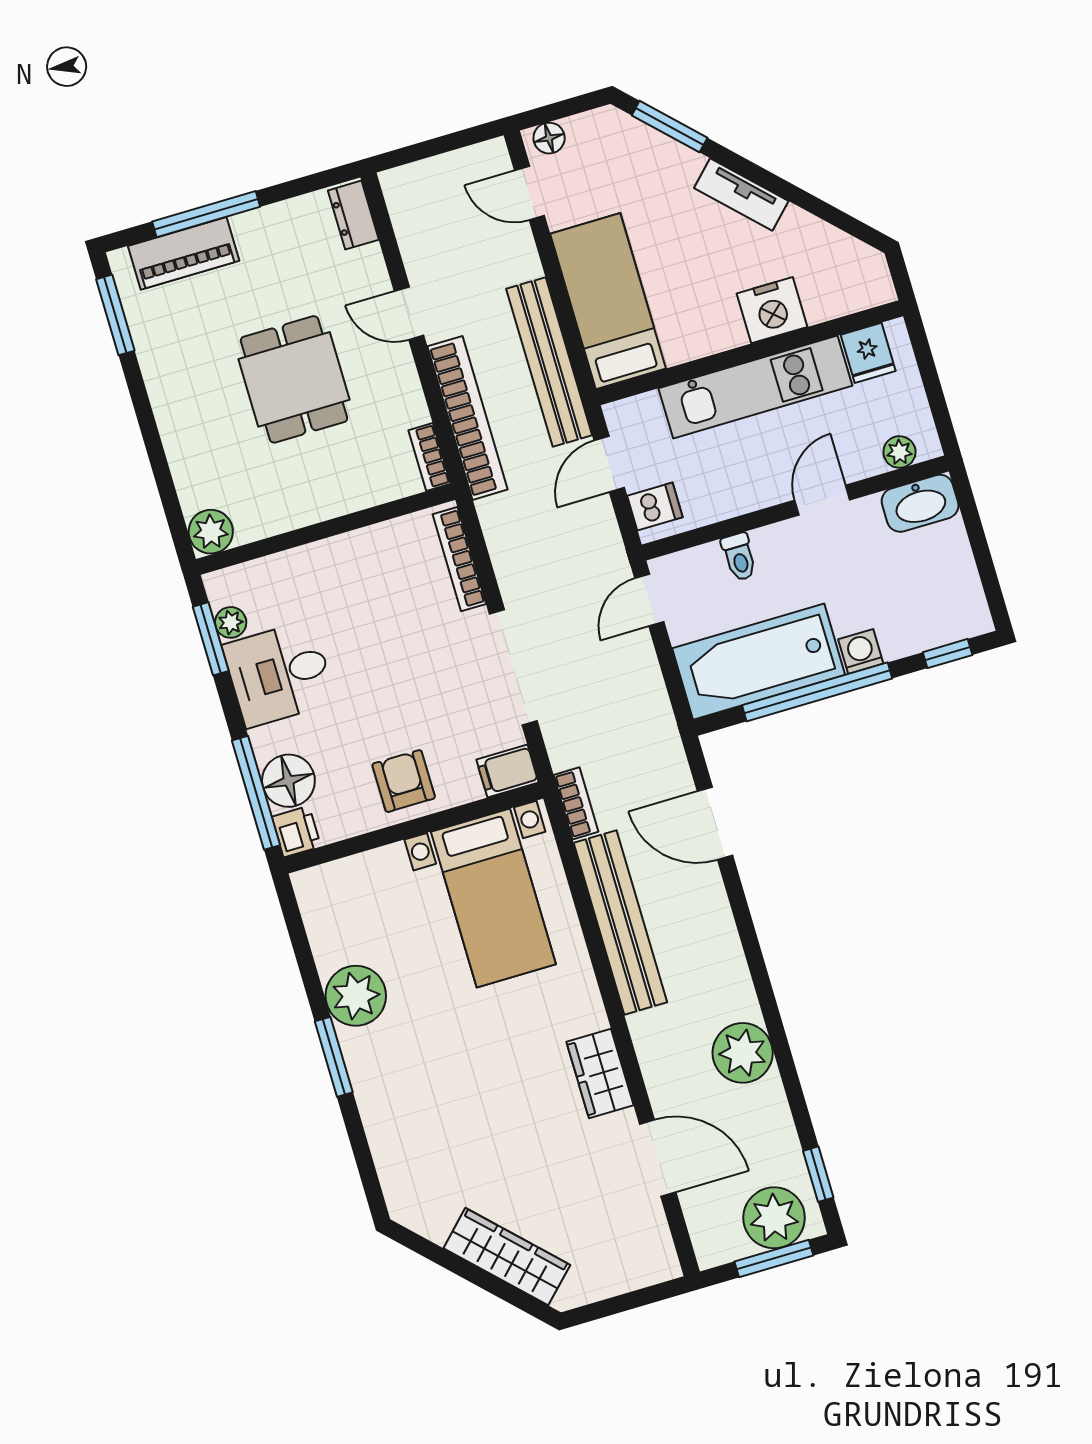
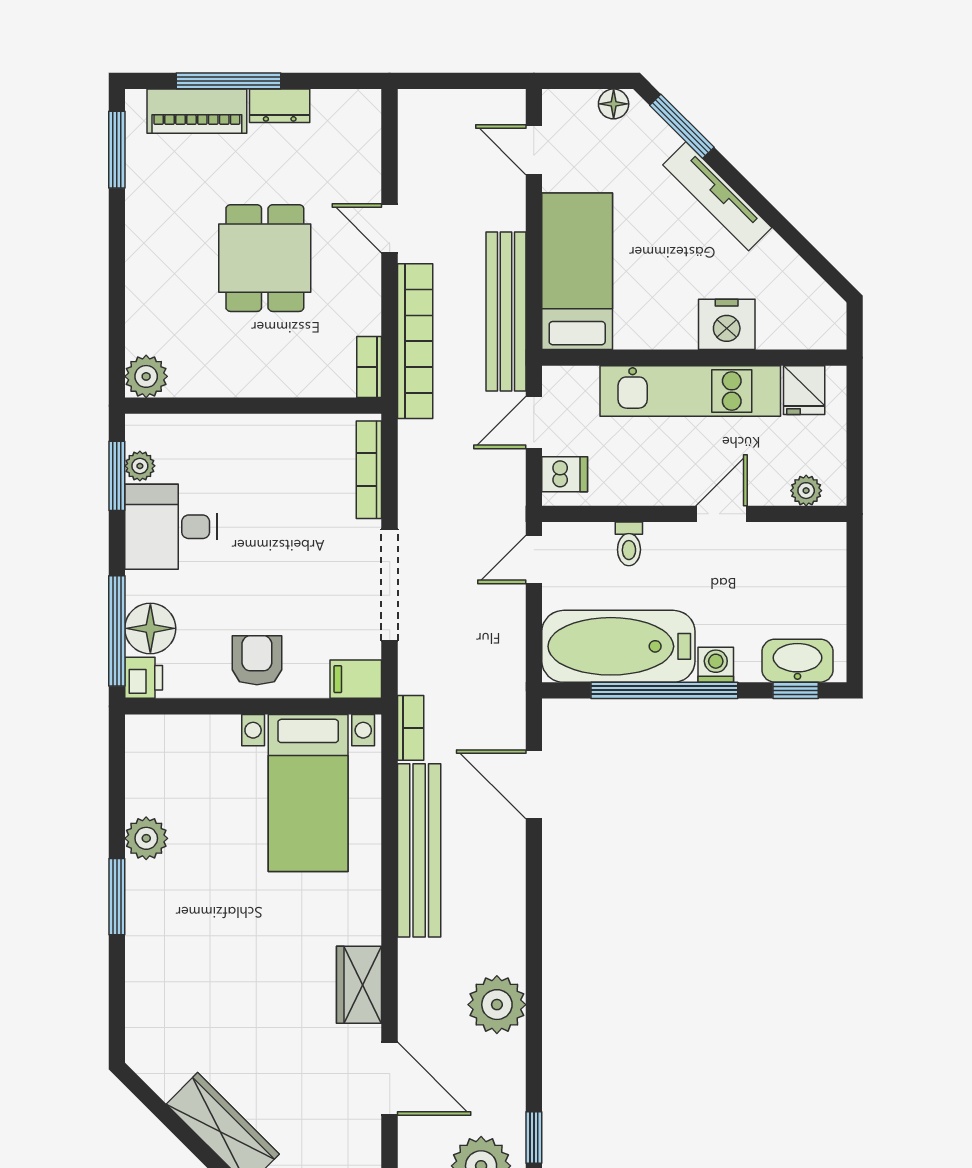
floor lamp: (549, 138) -> (614, 104), moved
tv unit: (741, 195) -> (717, 196), width x1.41
dresser: (353, 215) -> (280, 106), moved, turned -90
washbasin: (920, 503) -> (797, 661), moved, turned 180
plant: (356, 996) -> (146, 838), width x0.73, depth x0.73

